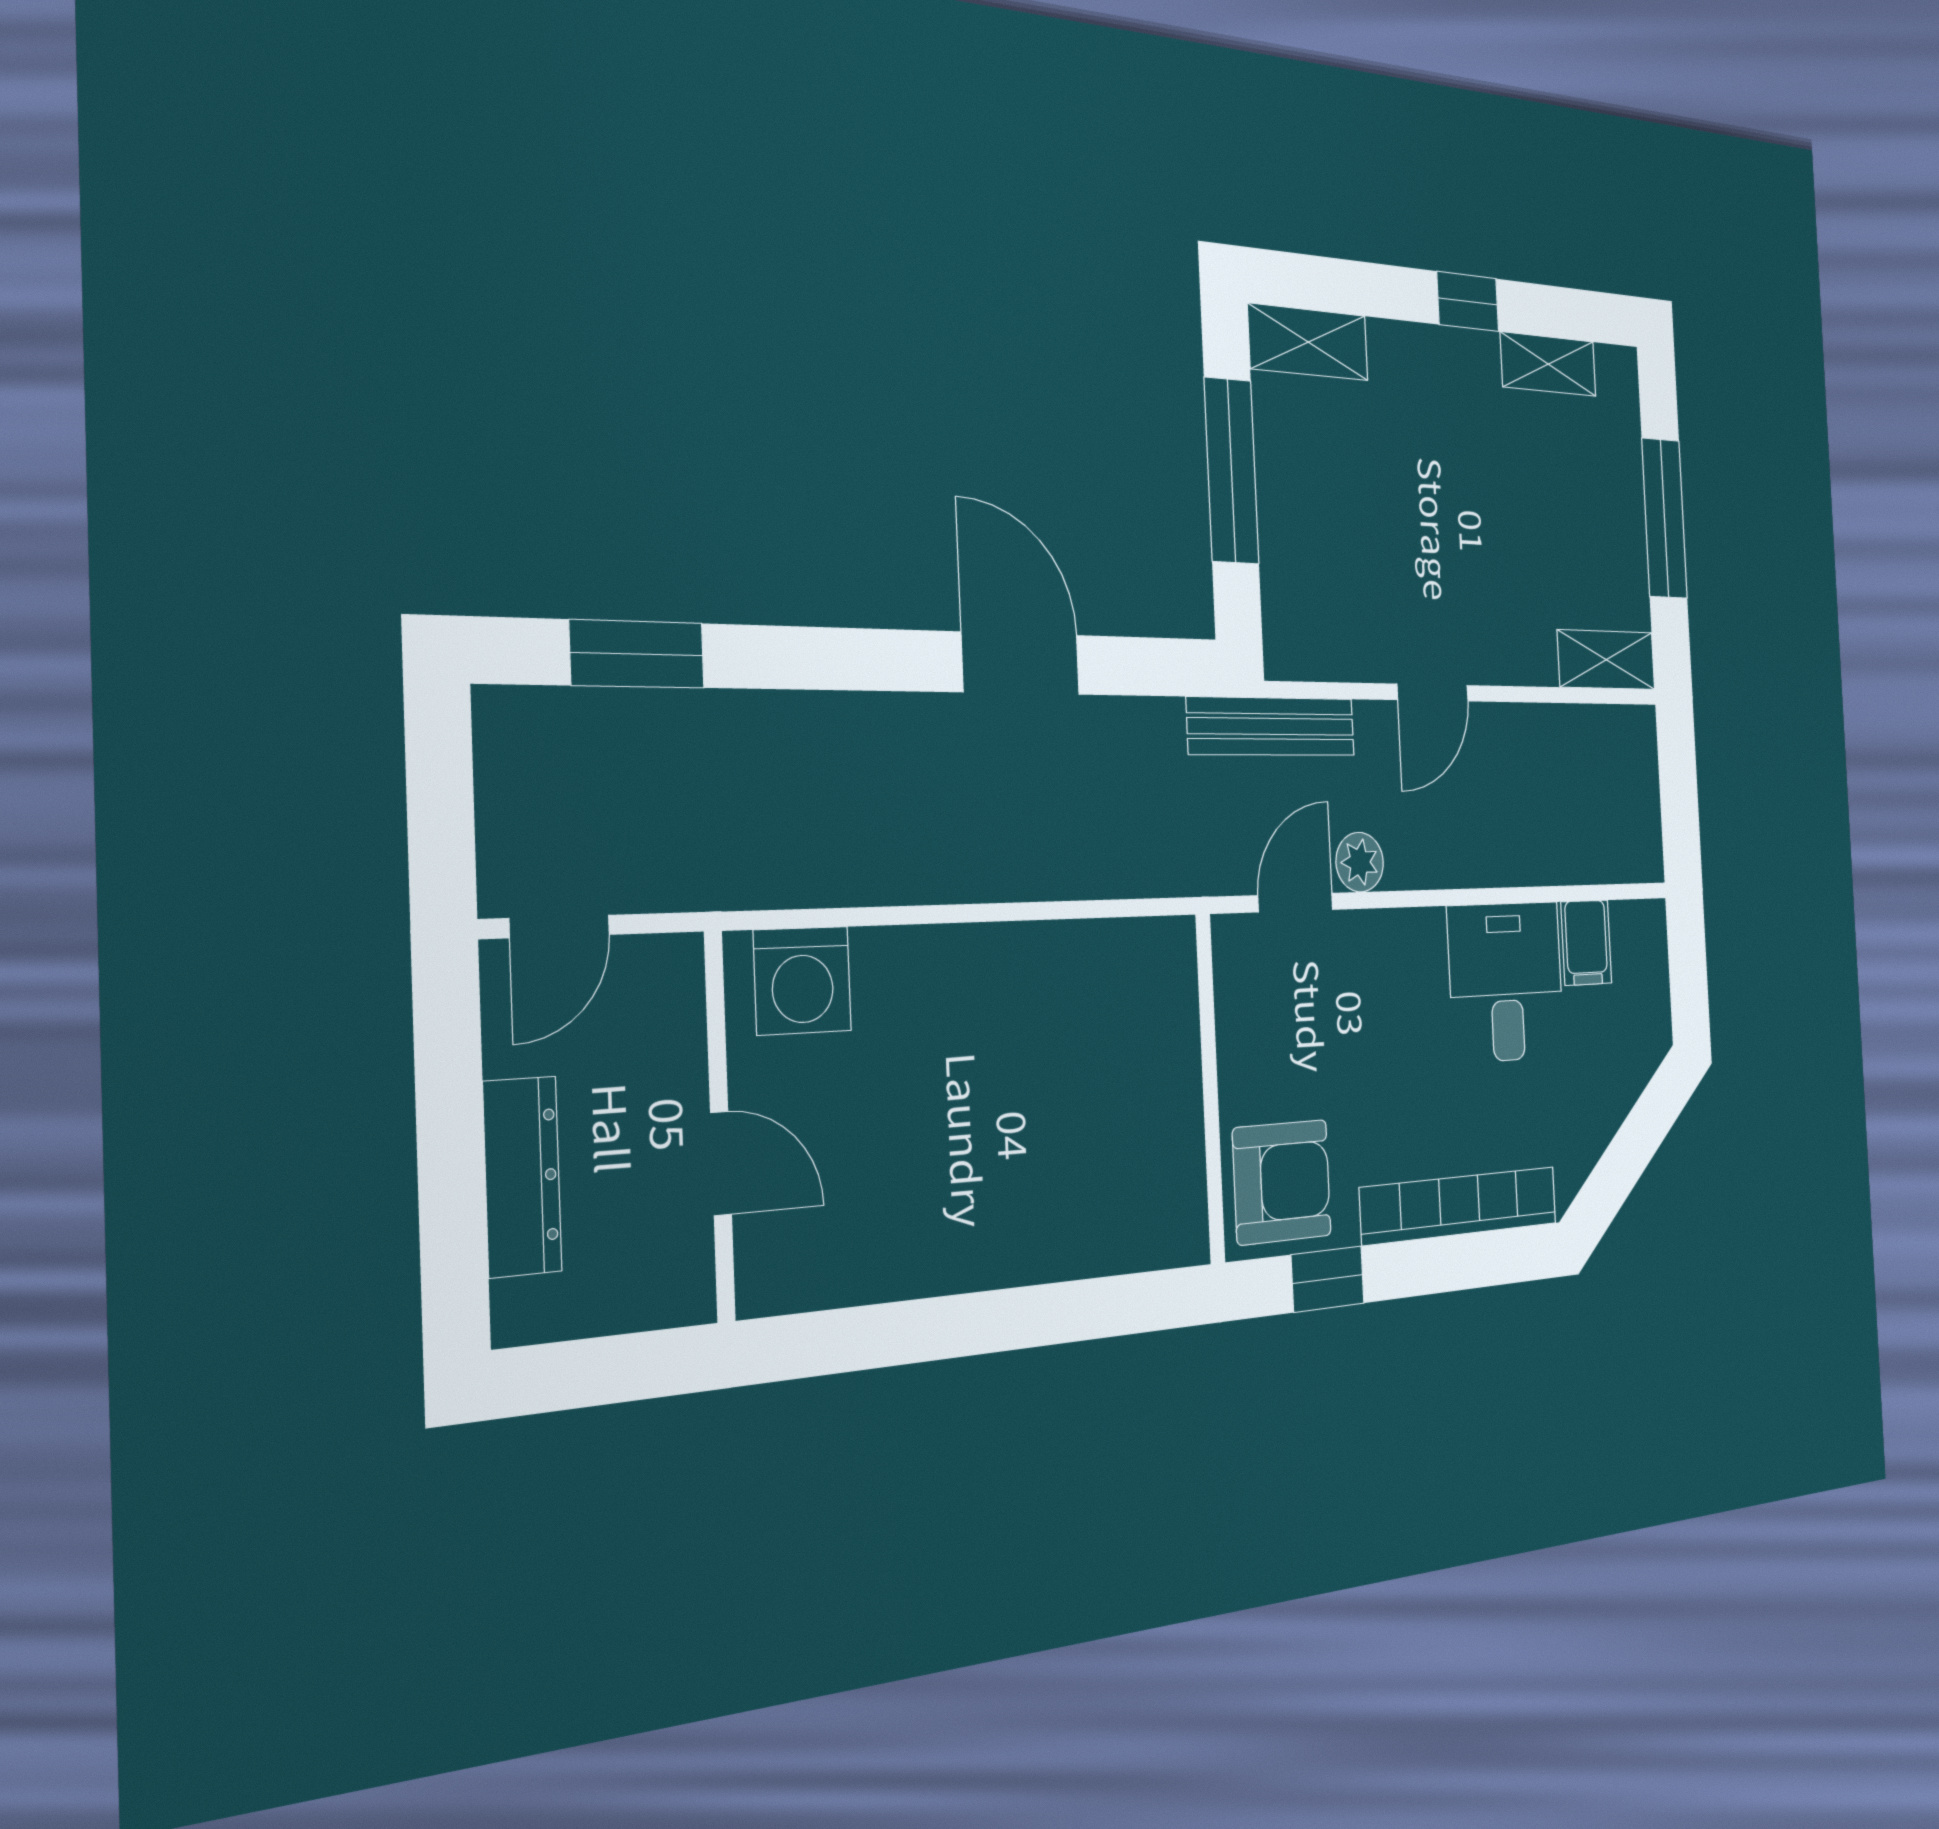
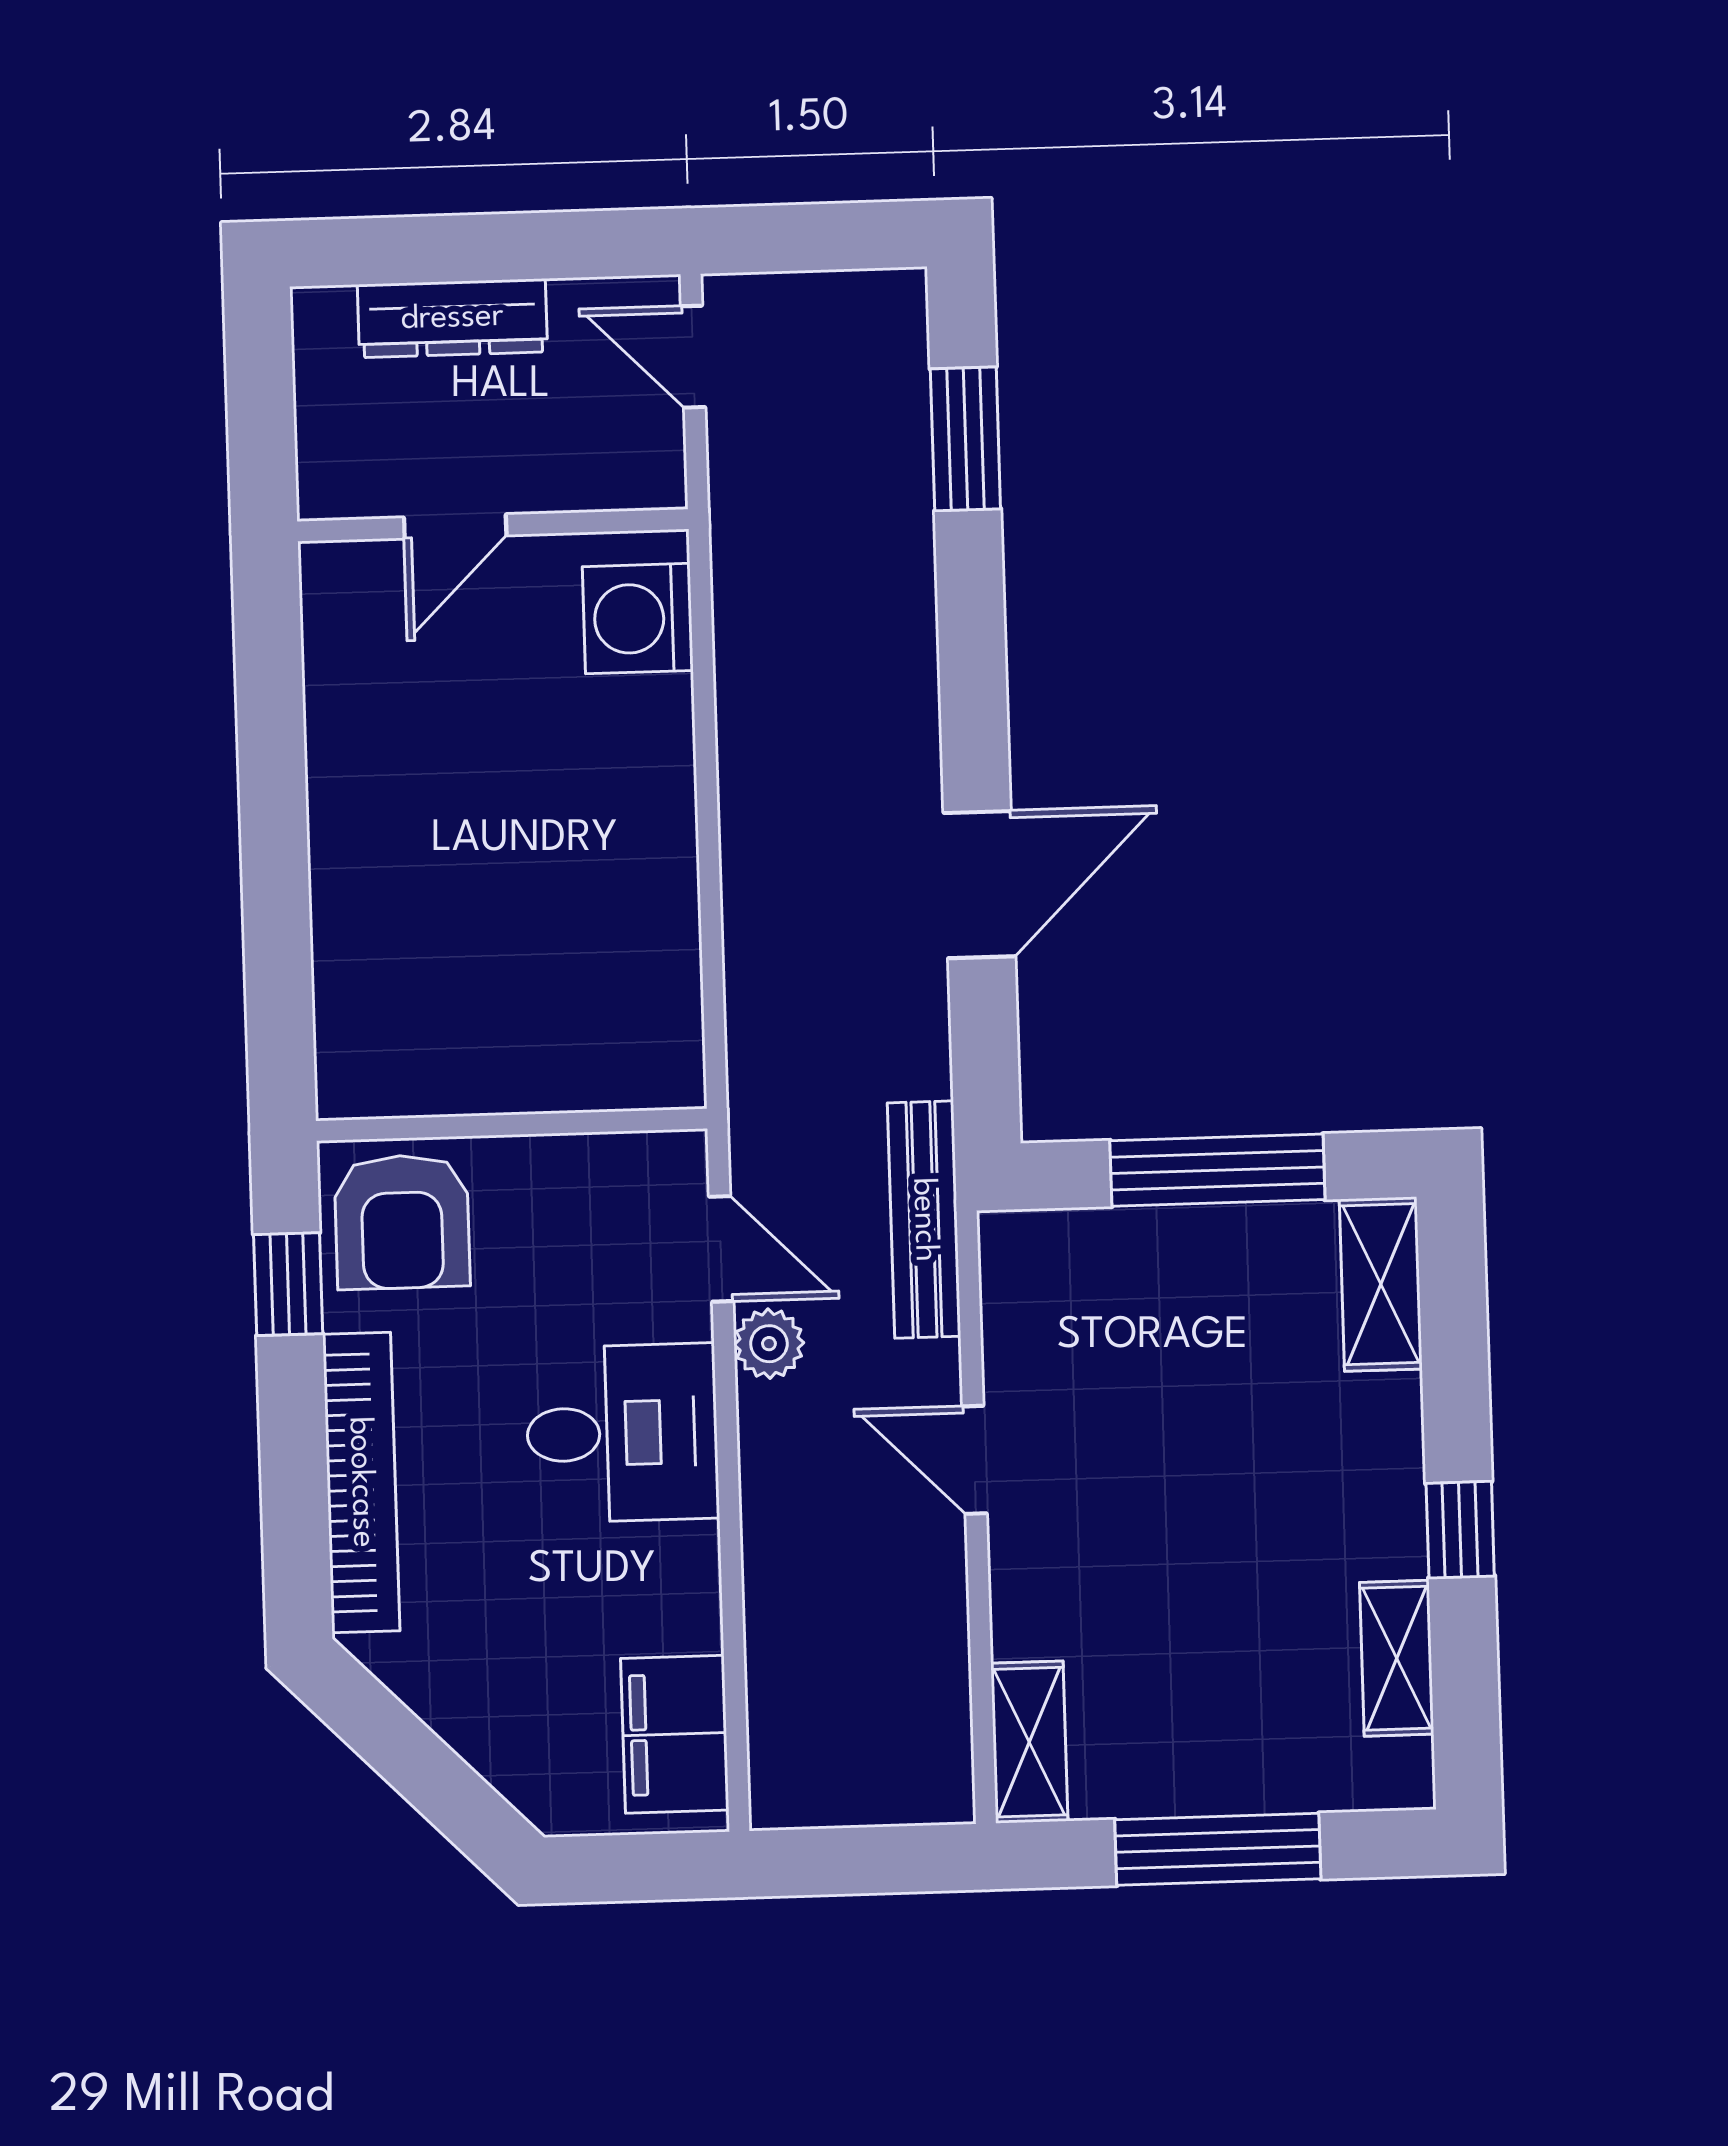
filing cabinet: (1586, 943) -> (675, 1734), width x2.00
desk: (1506, 982) -> (622, 1433), moved

